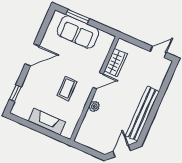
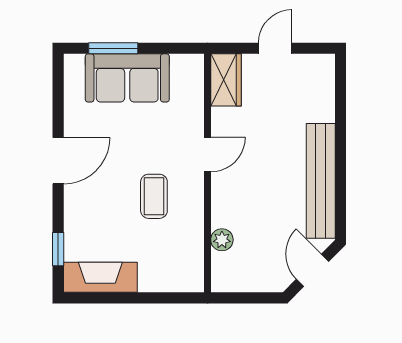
door: (158, 52) -> (275, 48), moved
wardrobe: (116, 63) -> (226, 80), moved
plant: (94, 106) -> (222, 240), moved
fireplace: (47, 122) -> (100, 277), moved

